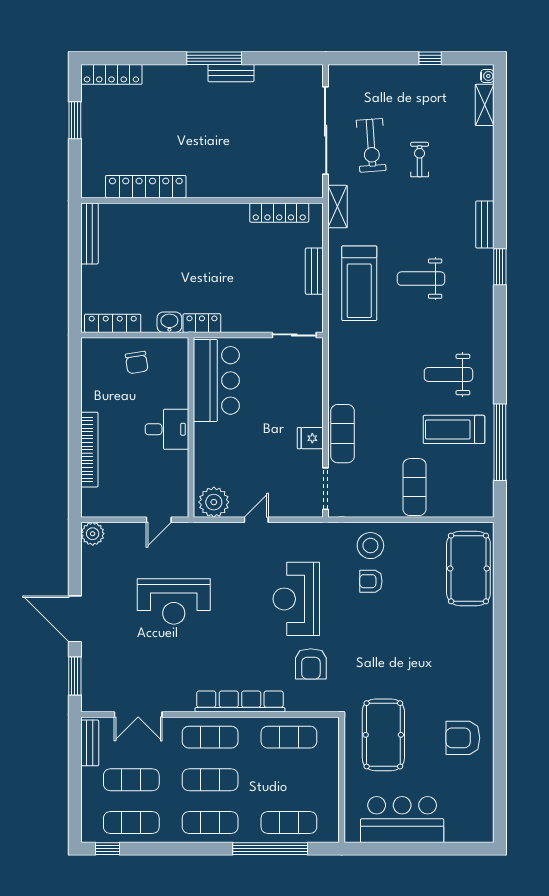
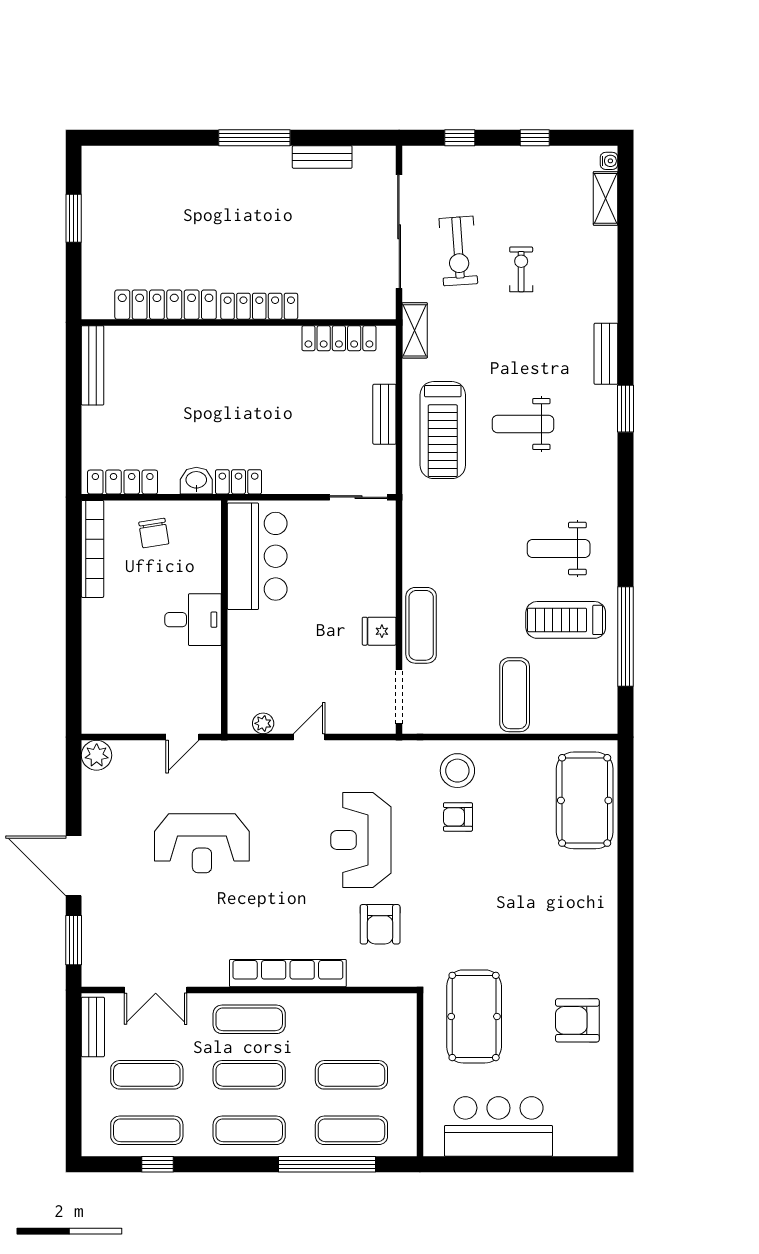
window: (372, 58) -> (460, 138), added
bench: (231, 73) -> (322, 157), moved
locker: (111, 74) -> (259, 306), moved, turned 180
bookcase: (89, 450) -> (92, 549), moved
plant: (214, 502) -> (263, 723), width x0.53, depth x0.53
exercise mat: (289, 737) -> (351, 1075), moved
window: (108, 849) -> (158, 1164), moved

